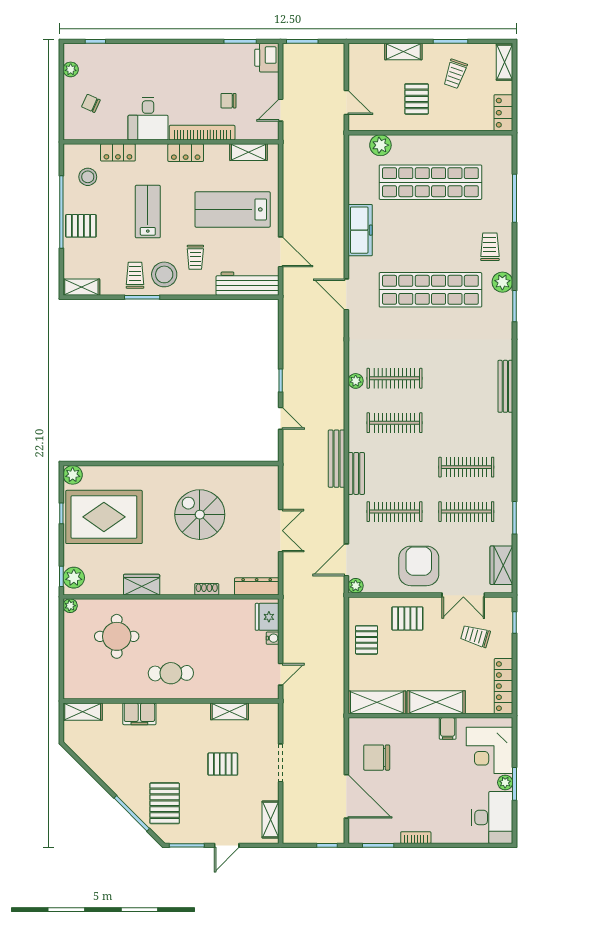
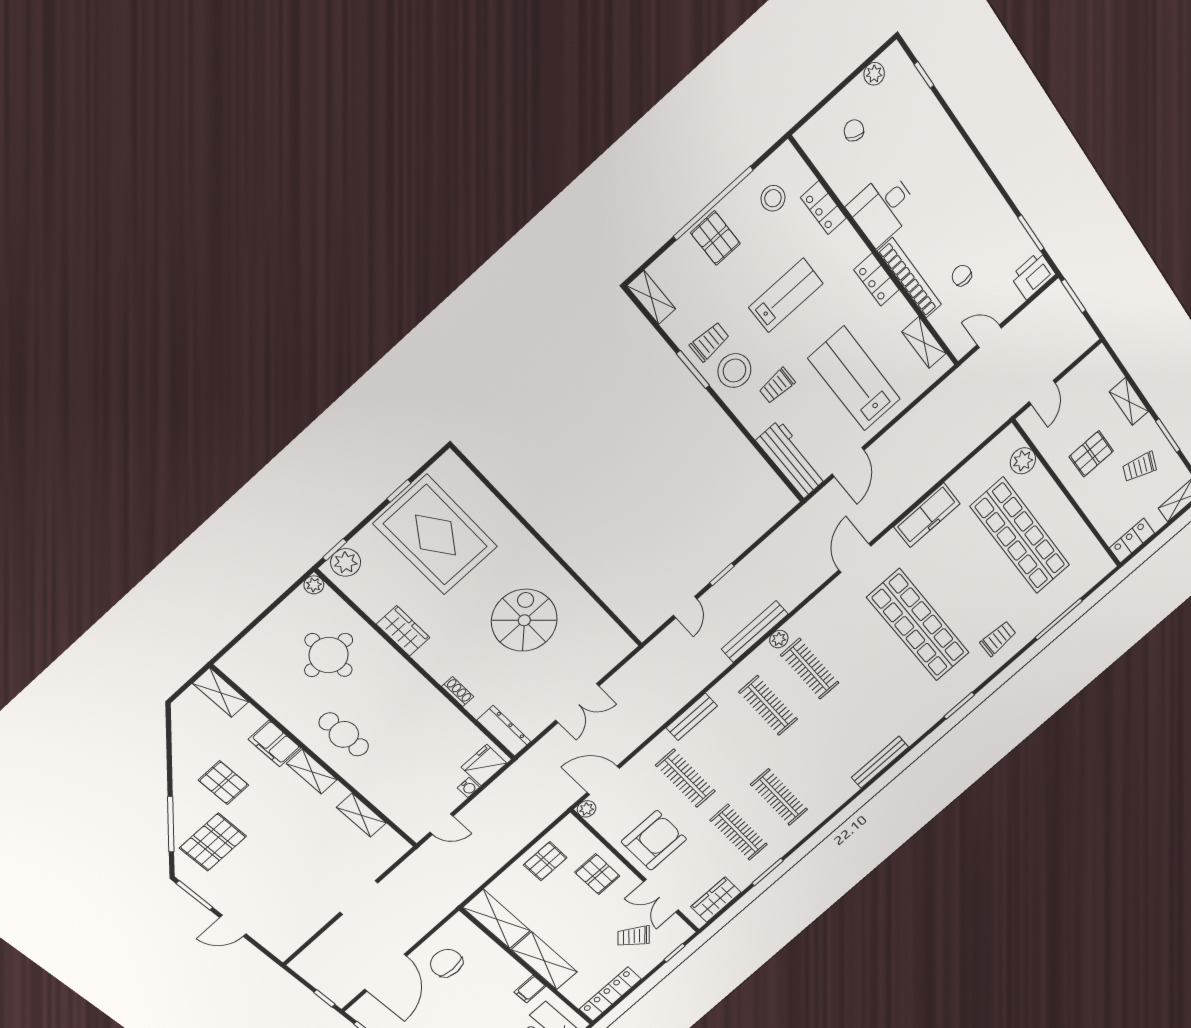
plant: (502, 282) -> (973, 677), removed
bench: (336, 459) -> (755, 632), moved
plant: (73, 475) -> (449, 466), removed
trolley: (475, 636) -> (634, 936), turned -66
pallet: (223, 764) -> (223, 783), moved
shelving: (270, 820) -> (312, 772), moved, turned 90

